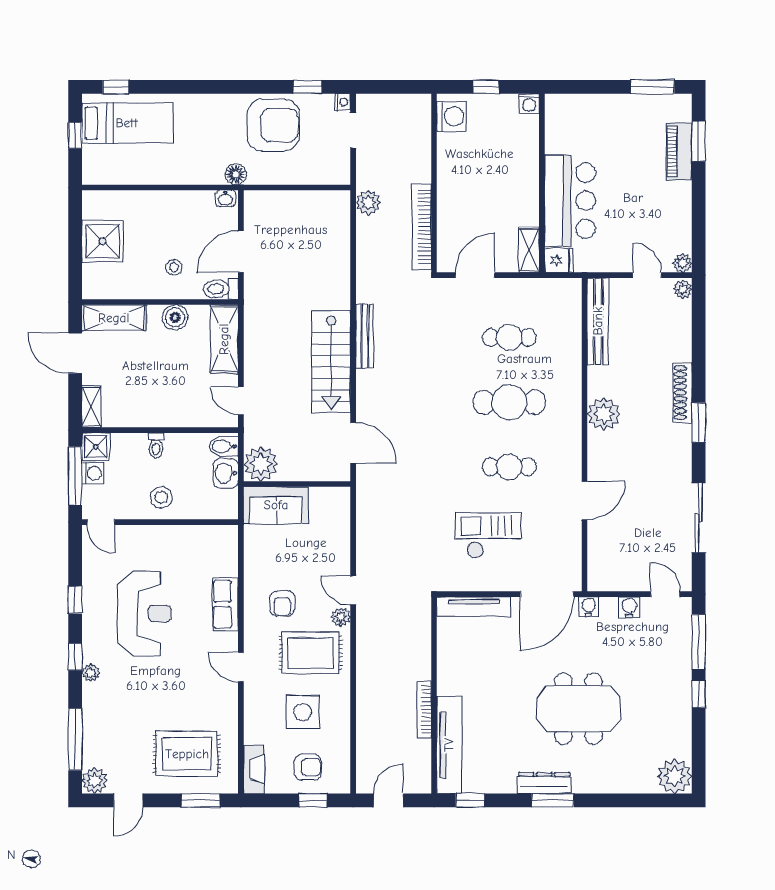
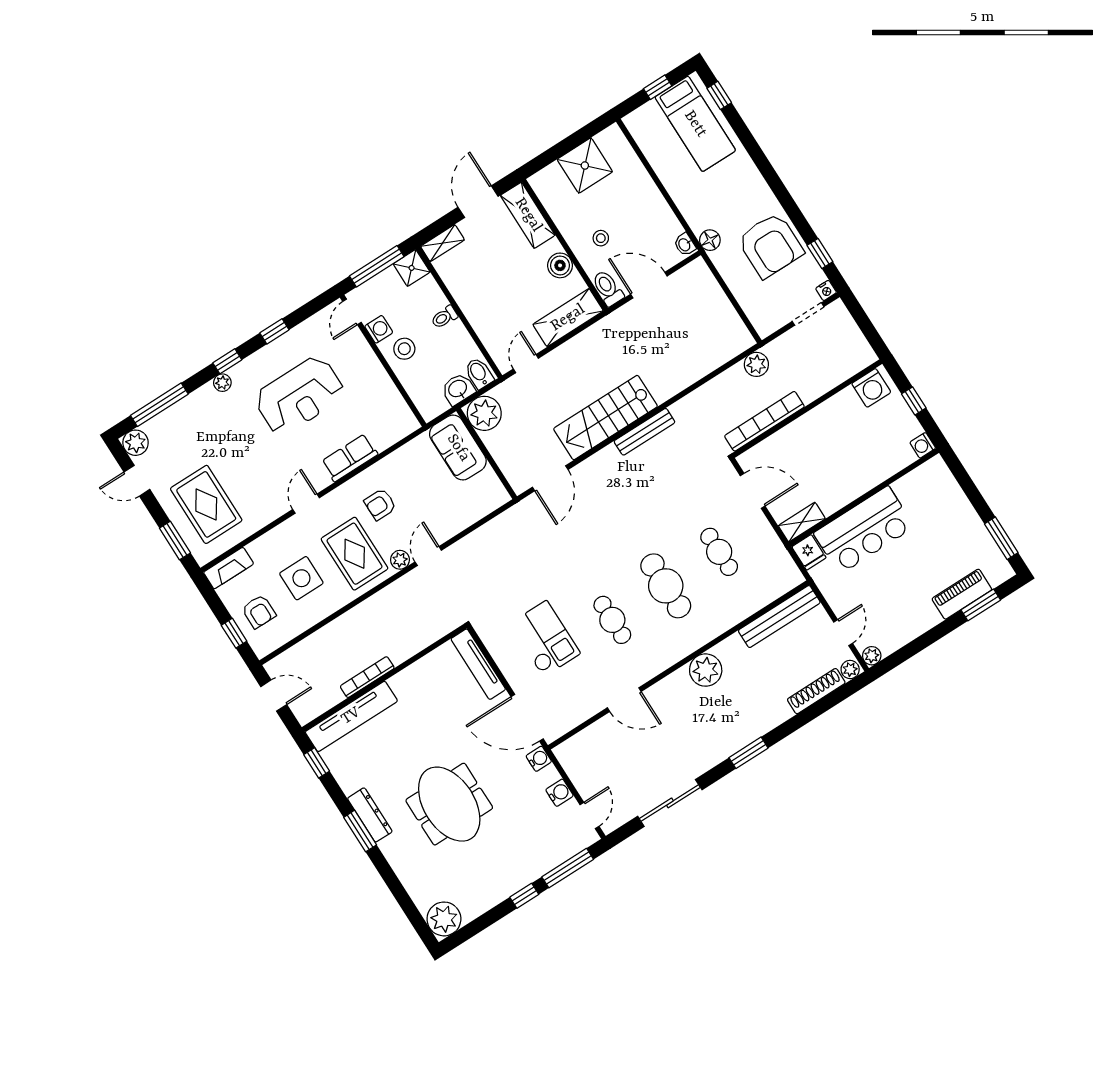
shoe rack: (683, 393) -> (816, 691), moved
washing machine: (93, 473) -> (379, 329), moved, turned -90

